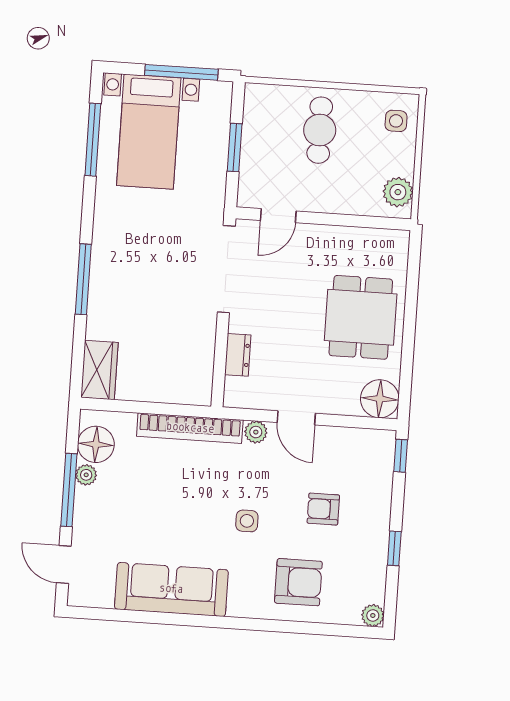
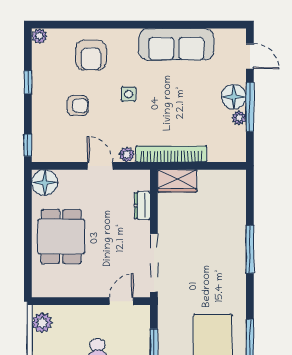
wardrobe: (99, 370) -> (177, 181), moved, turned -90
floor lamp: (96, 444) -> (234, 97), moved
armchair: (298, 582) -> (91, 55), turned -90

